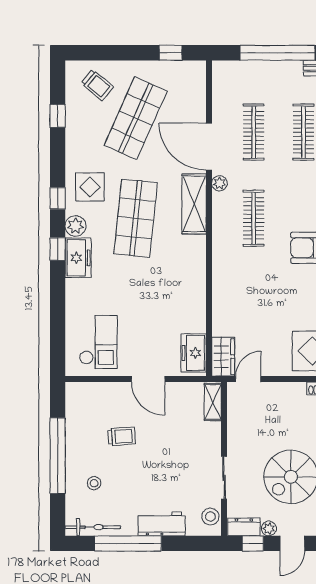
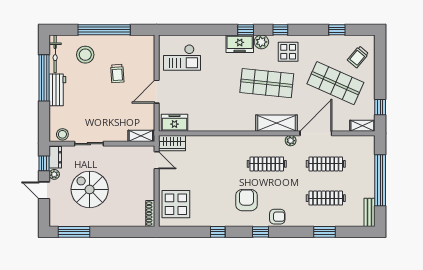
shelving: (198, 79) -> (362, 126), added
stool: (94, 483) -> (85, 55), width x1.89, depth x1.89
workbench: (162, 524) -> (57, 90), moved

